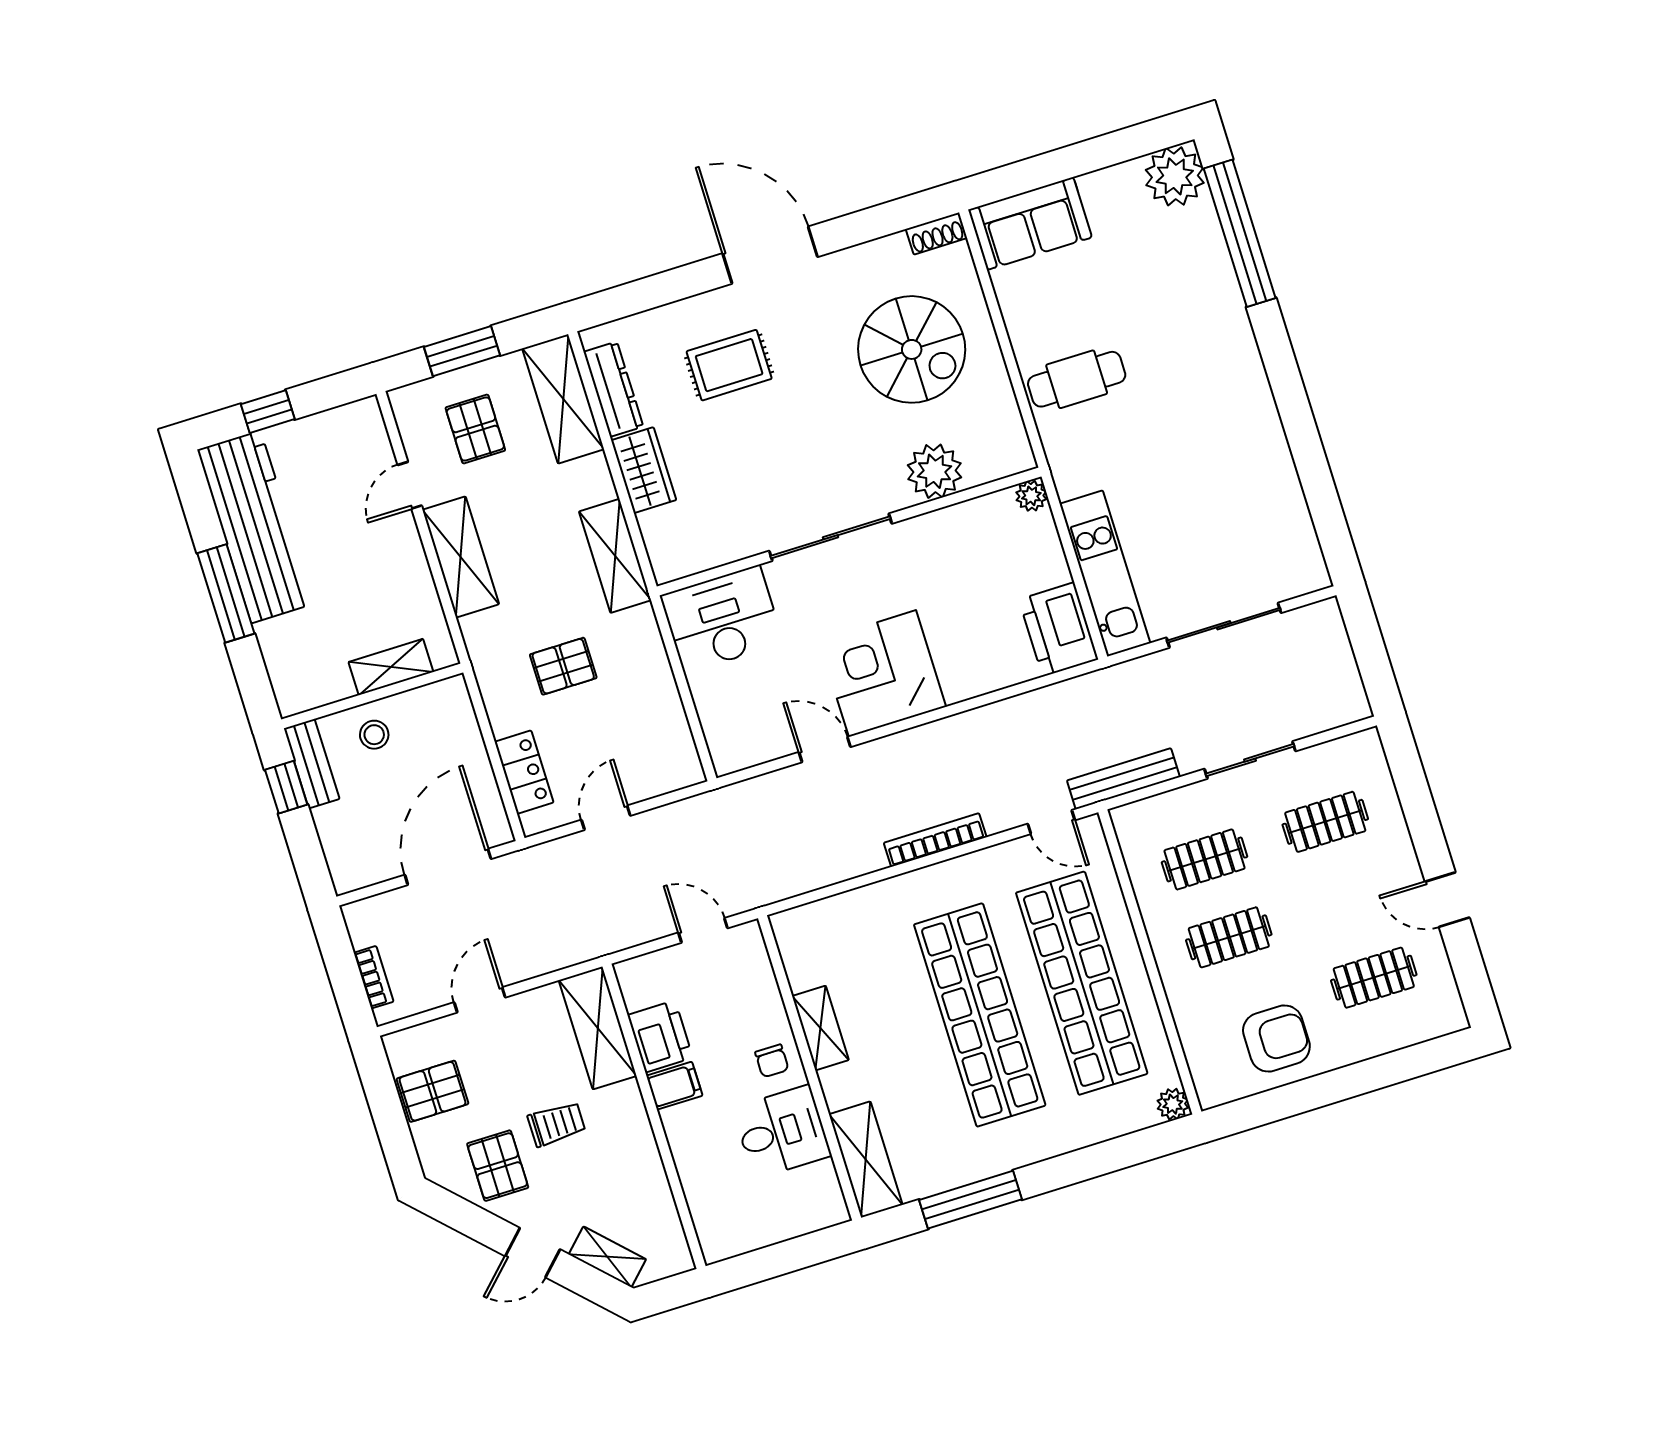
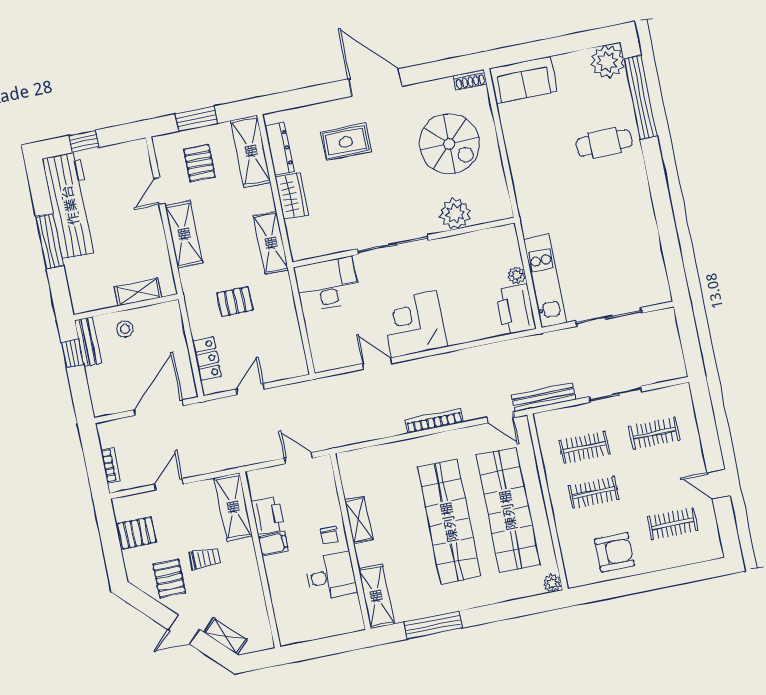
cafe table: (1077, 379) -> (604, 143), moved
plant: (1031, 496) -> (517, 275), moved

